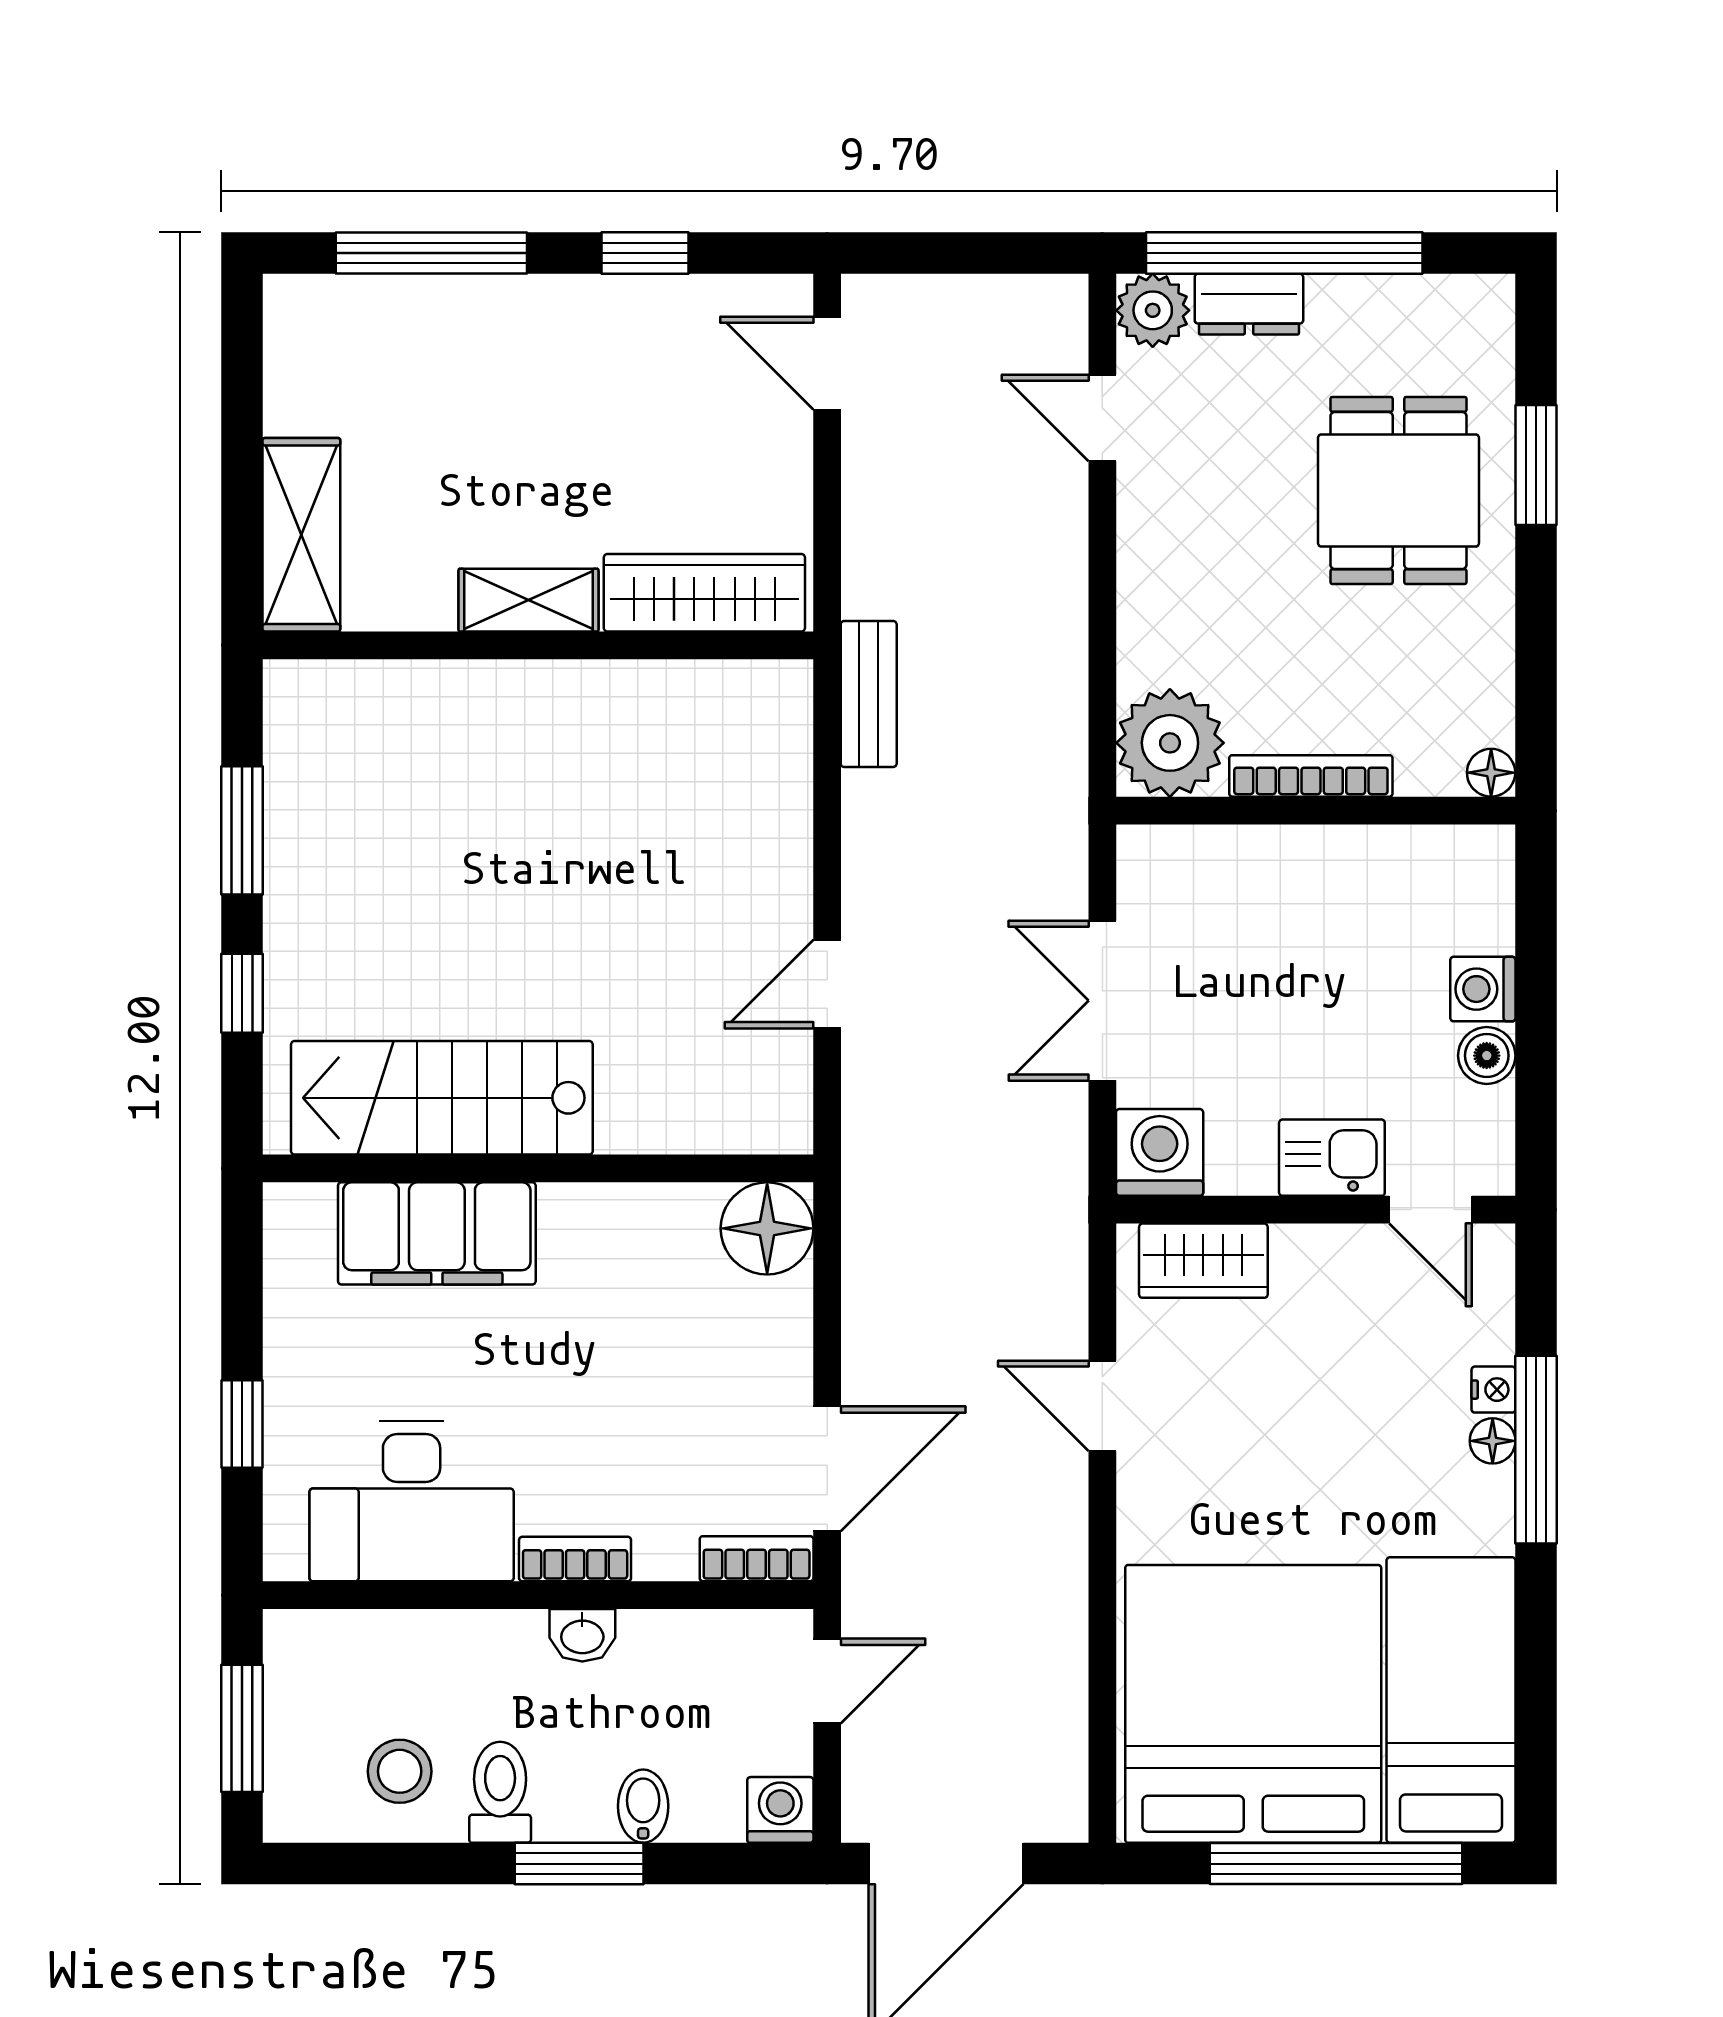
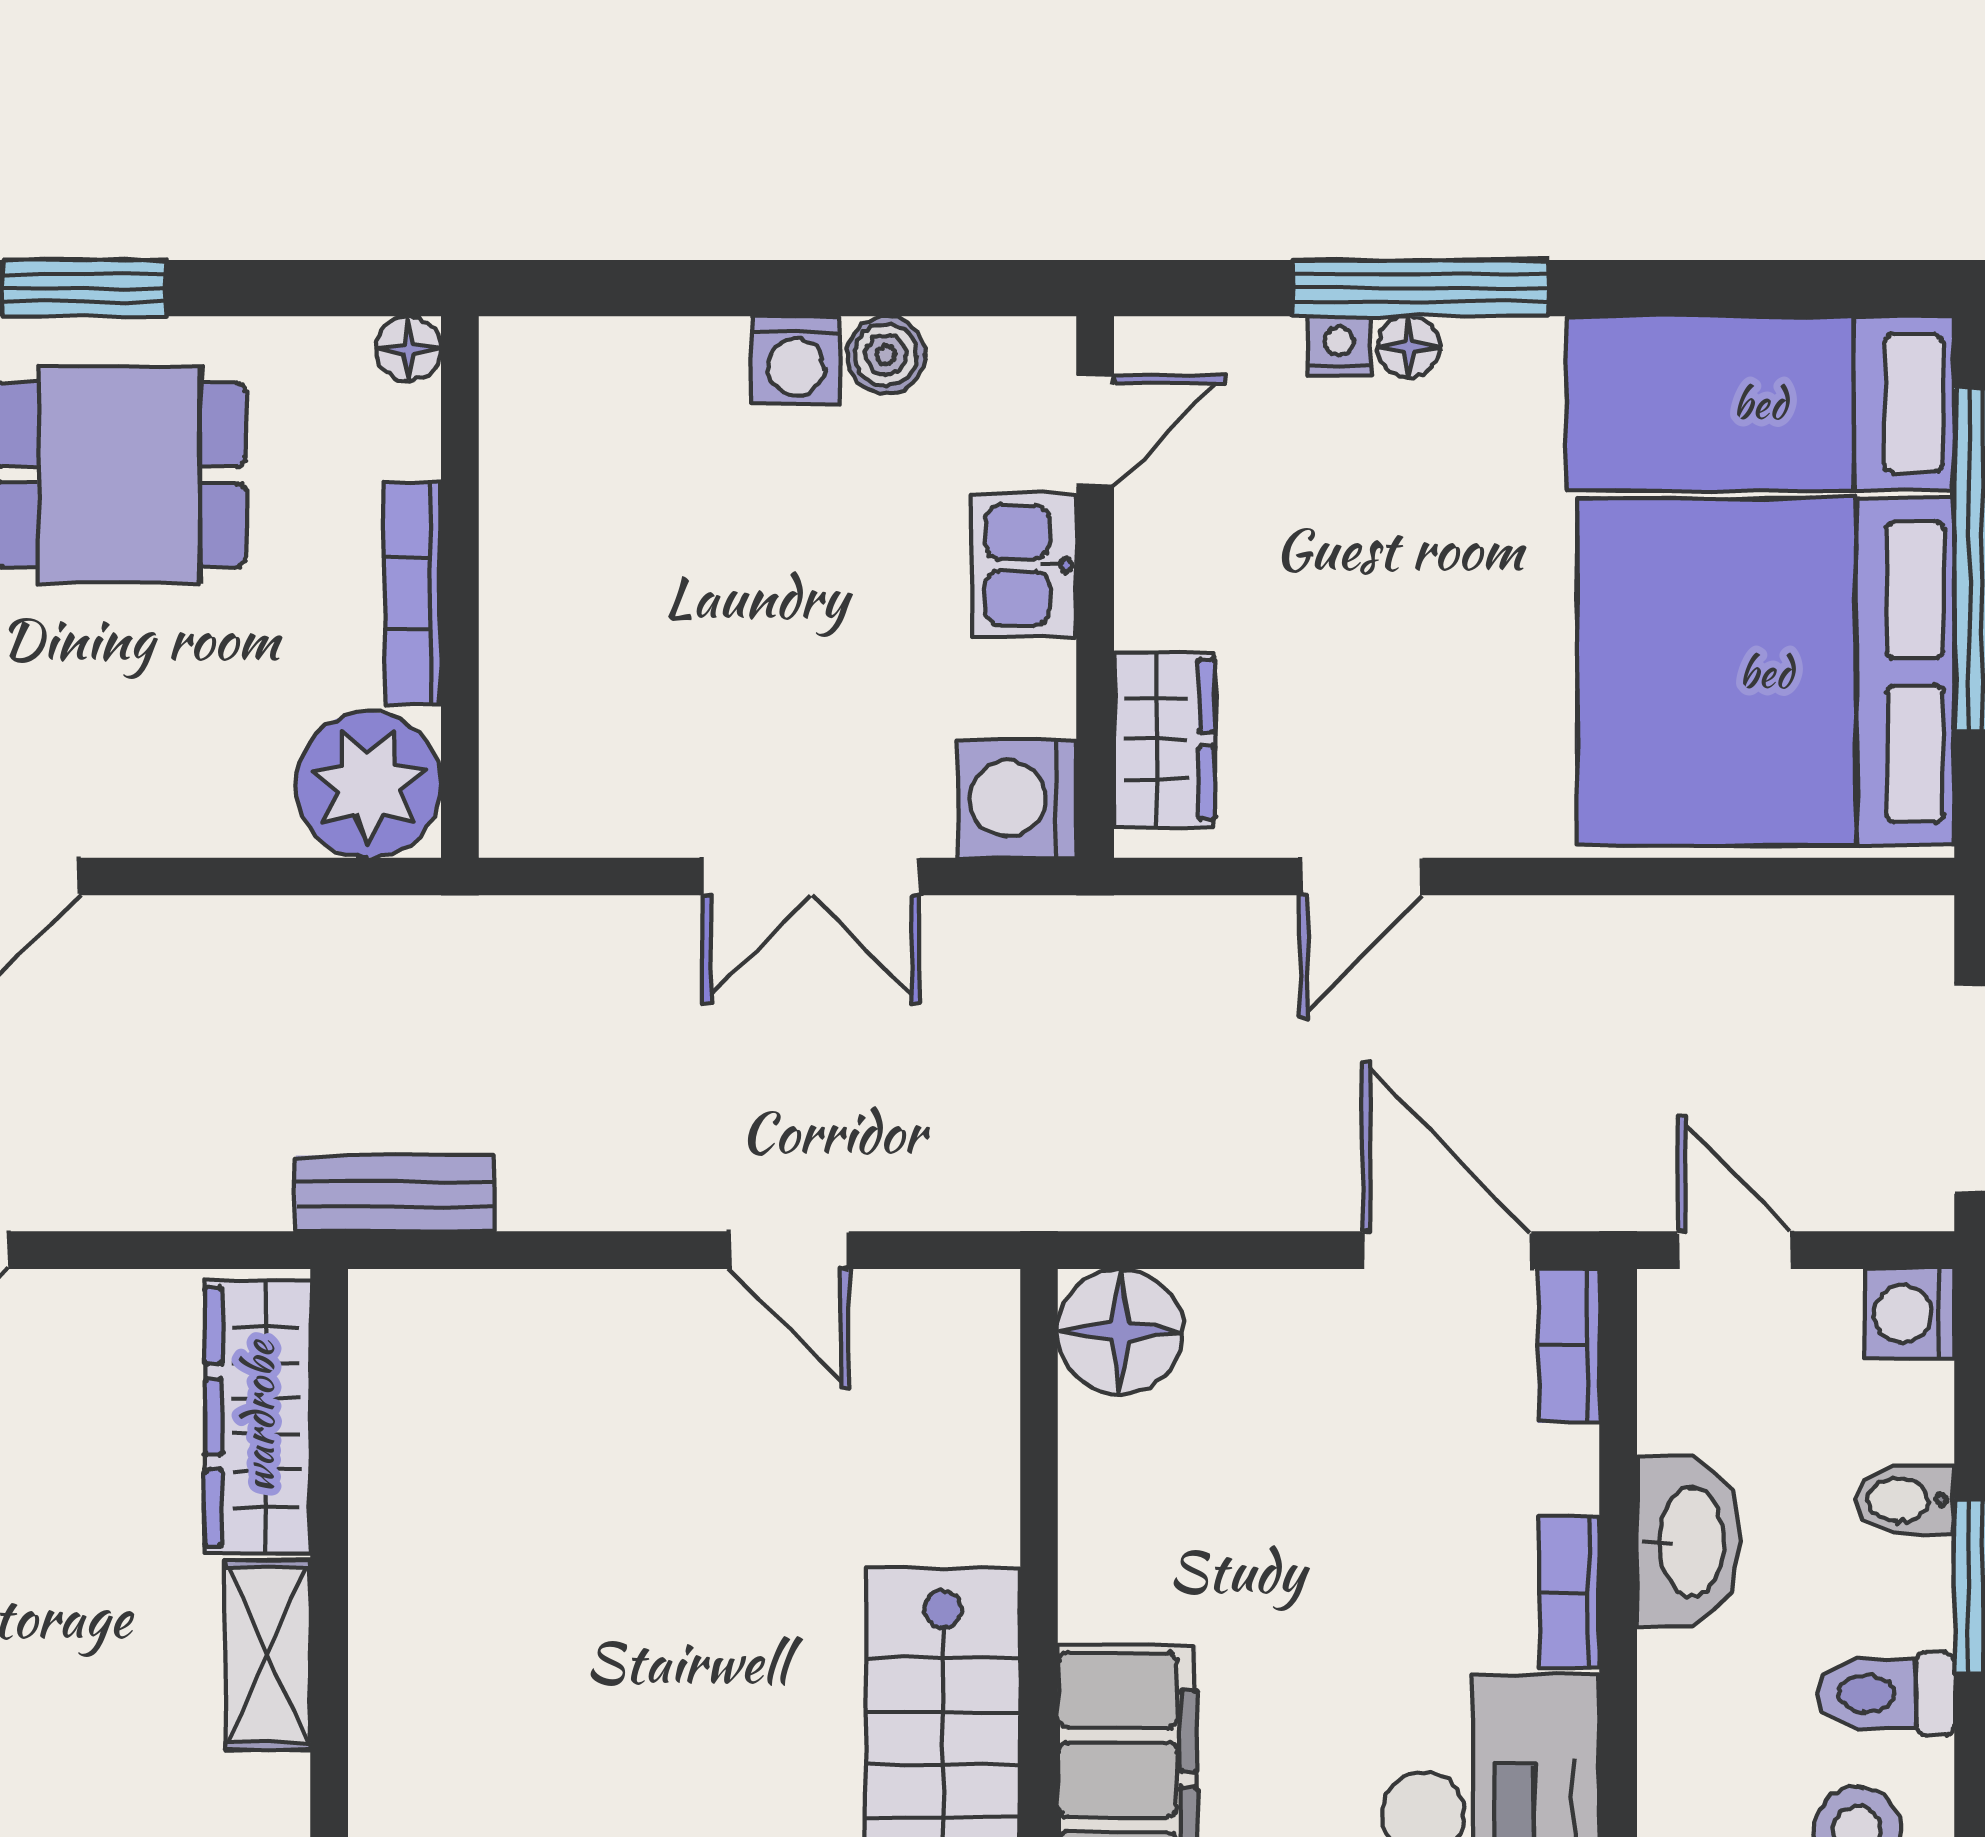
plant: (1170, 743) -> (368, 785), moved
floor lamp: (1491, 773) -> (409, 349), moved
bookcase: (1311, 776) -> (413, 593), moved
wall: (1316, 811) -> (460, 587), moved
washbasin: (582, 1635) -> (1689, 1542), width x1.91, depth x1.45

